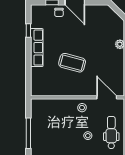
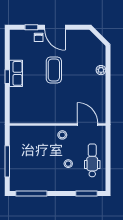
window: (28, 30) -> (7, 77), moved
row of seats: (37, 48) -> (16, 73), width x0.68
coffee table: (72, 63) -> (54, 70), moved, turned 75

